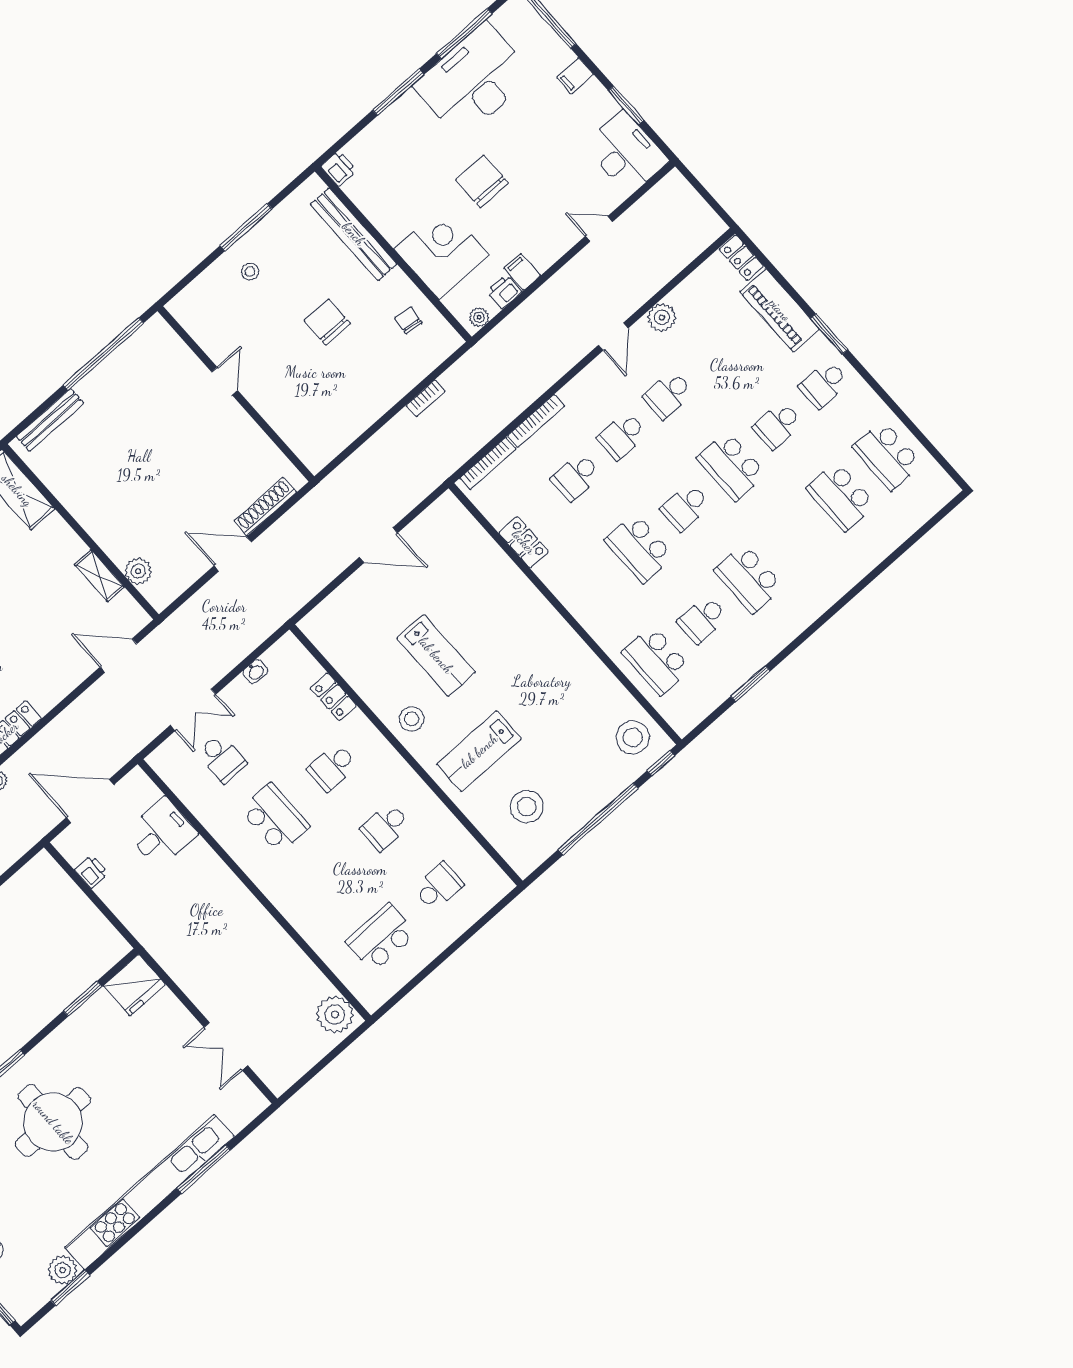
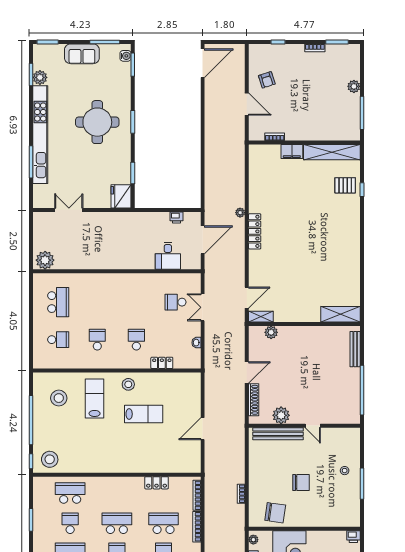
bench: (354, 234) -> (278, 434), moved
chair: (408, 320) -> (275, 513), width x1.87, depth x1.87
plant: (252, 444) -> (281, 415), added
school desk: (576, 477) -> (164, 523), width x1.85
shelving: (99, 576) -> (261, 317), moved
lab bench: (436, 655) -> (144, 414), turned 180
school desk: (275, 818) -> (136, 302), removed
school desk: (438, 887) -> (58, 340), turned -90

